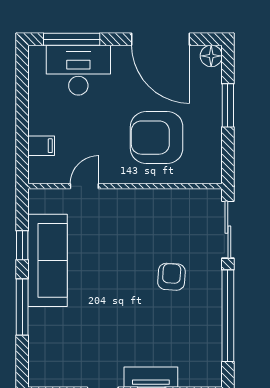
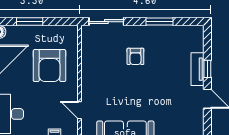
armchair: (171, 277) -> (135, 56), turned -94
window: (228, 316) -> (160, 22), width x0.47

